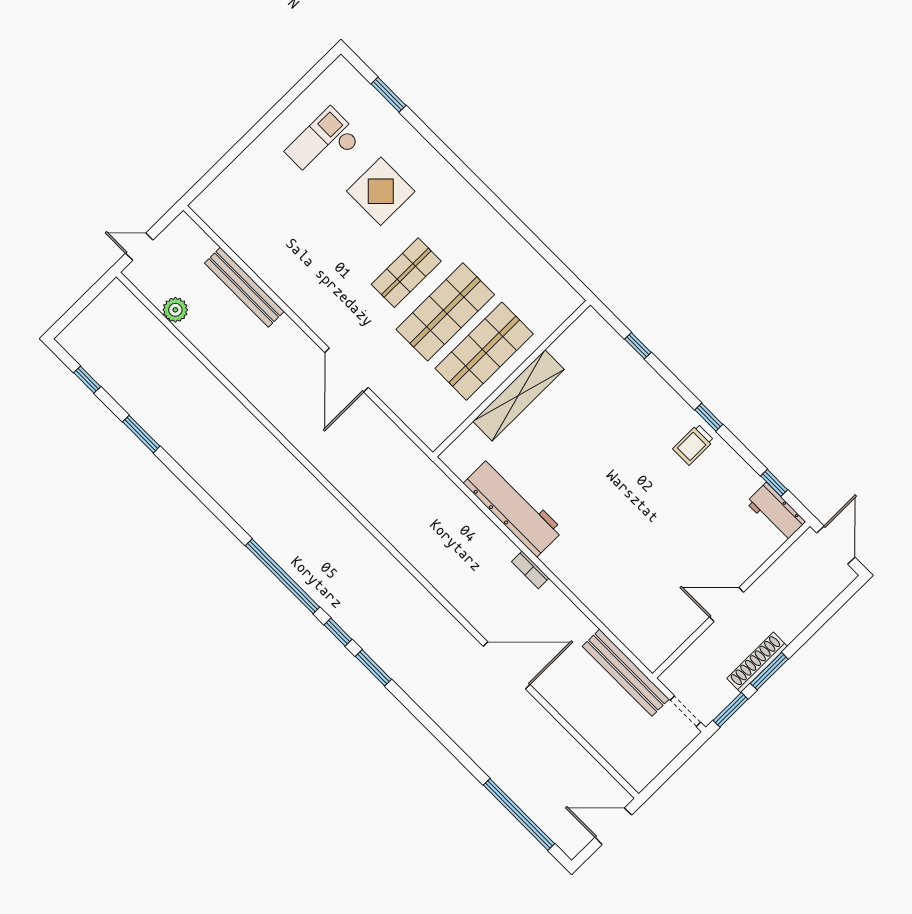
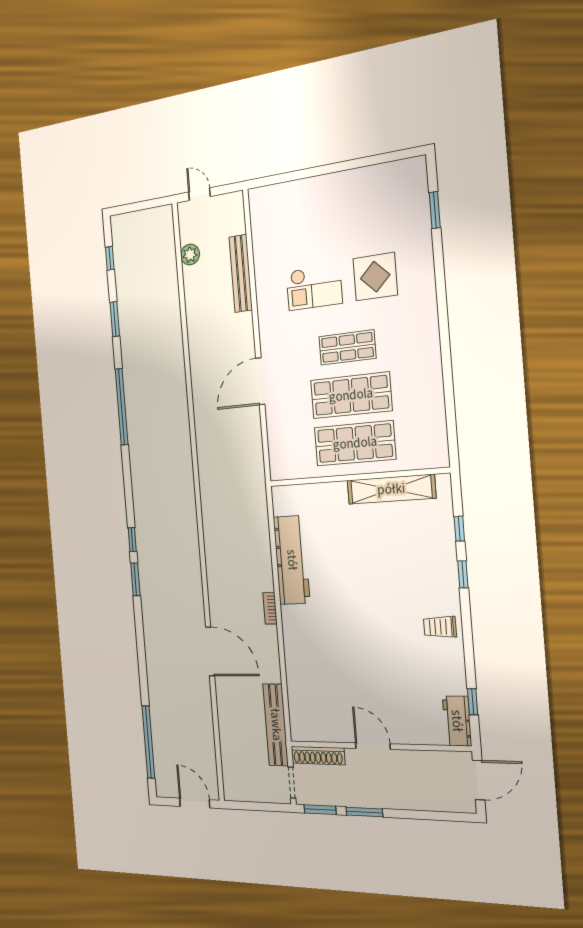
checkout: (323, 145) -> (314, 287), moved, turned 180
shelving: (519, 395) -> (391, 489), moved
window: (709, 417) -> (463, 574), moved
window: (283, 576) -> (122, 407), moved
shoe rack: (757, 662) -> (318, 756), moved, turned 180

